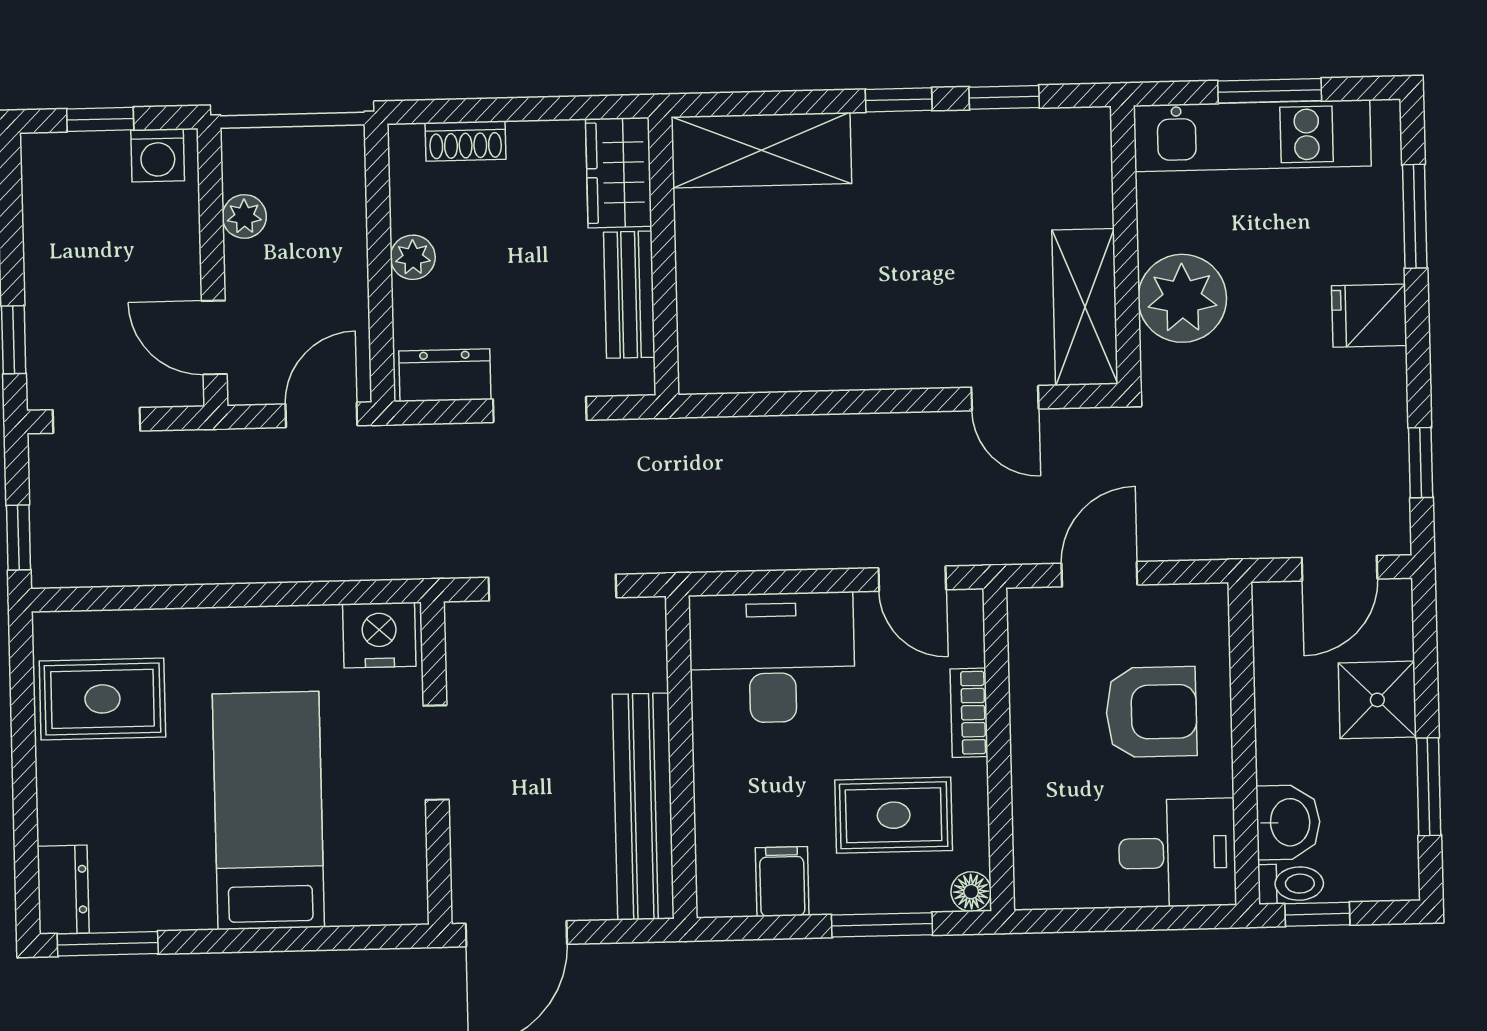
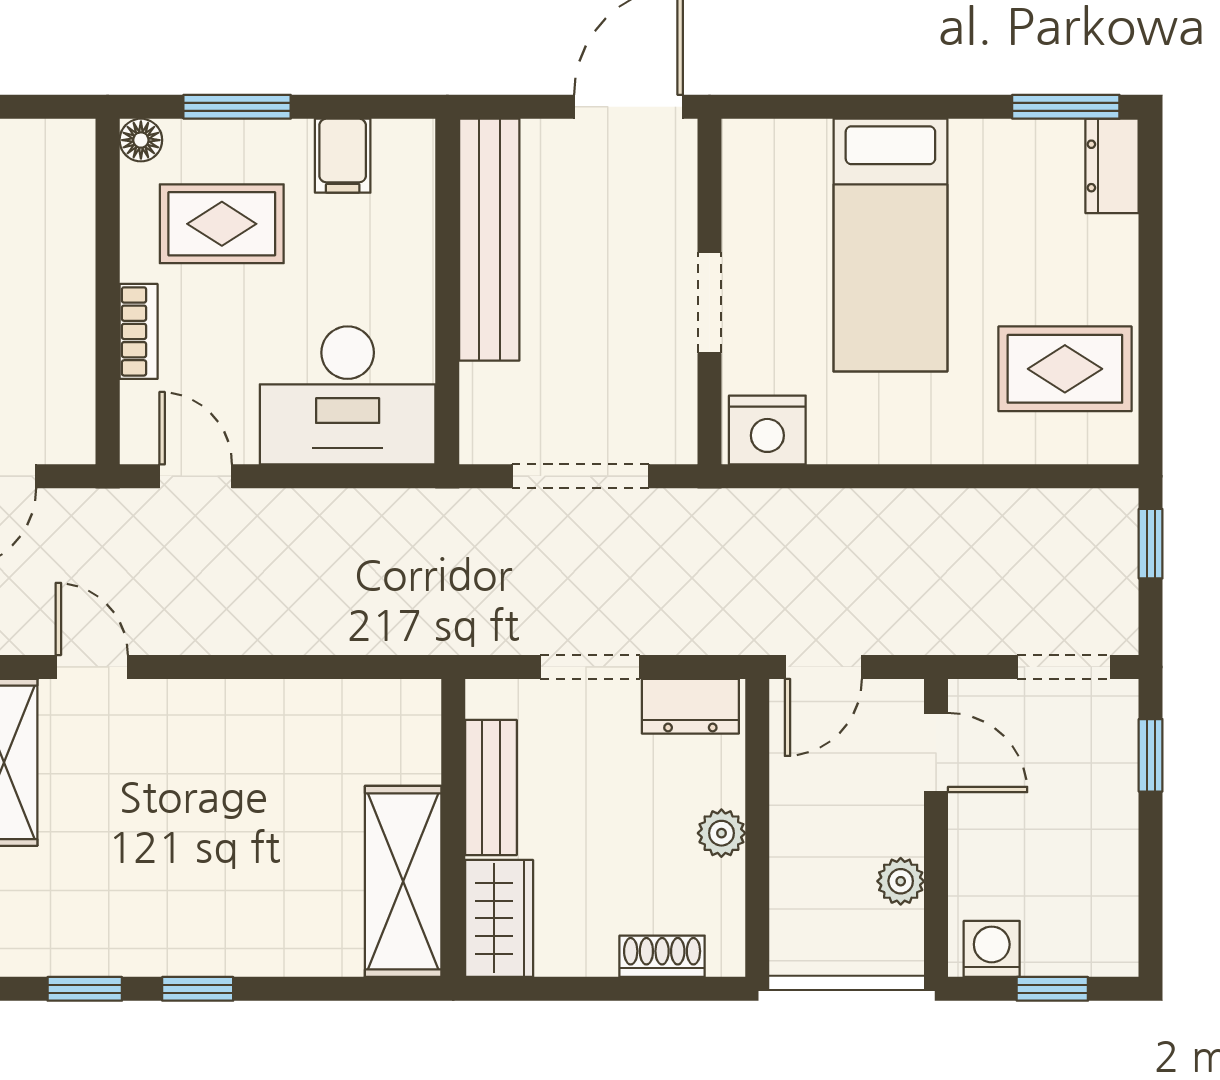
shelving: (761, 150) -> (403, 881), moved, turned 90

